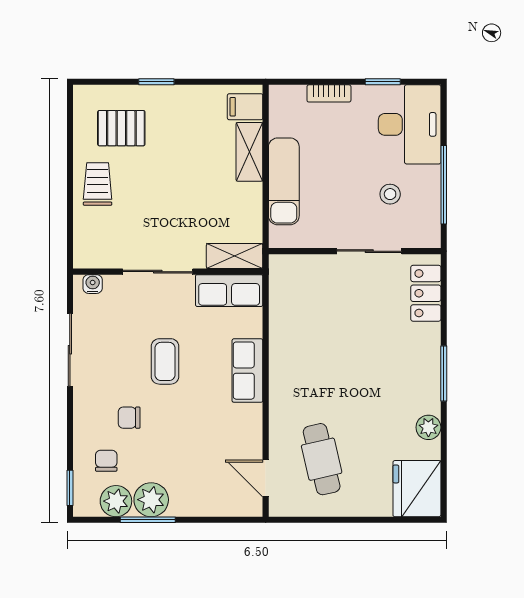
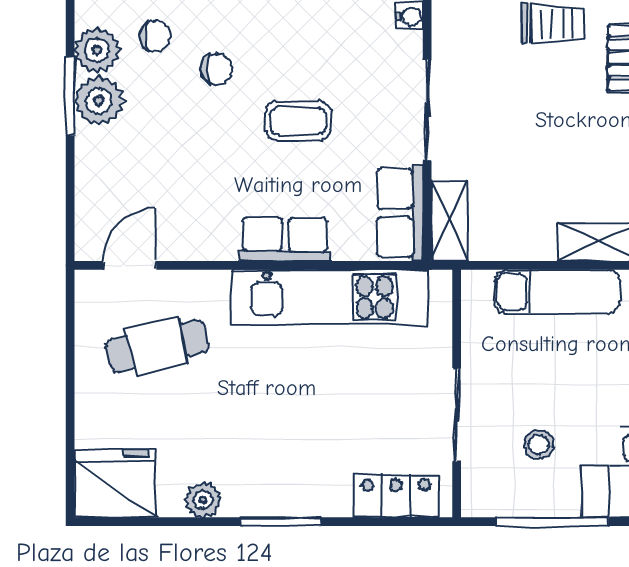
kitchen unit: (288, 339) -> (330, 297), added
chair: (129, 418) -> (217, 69), turned 90

